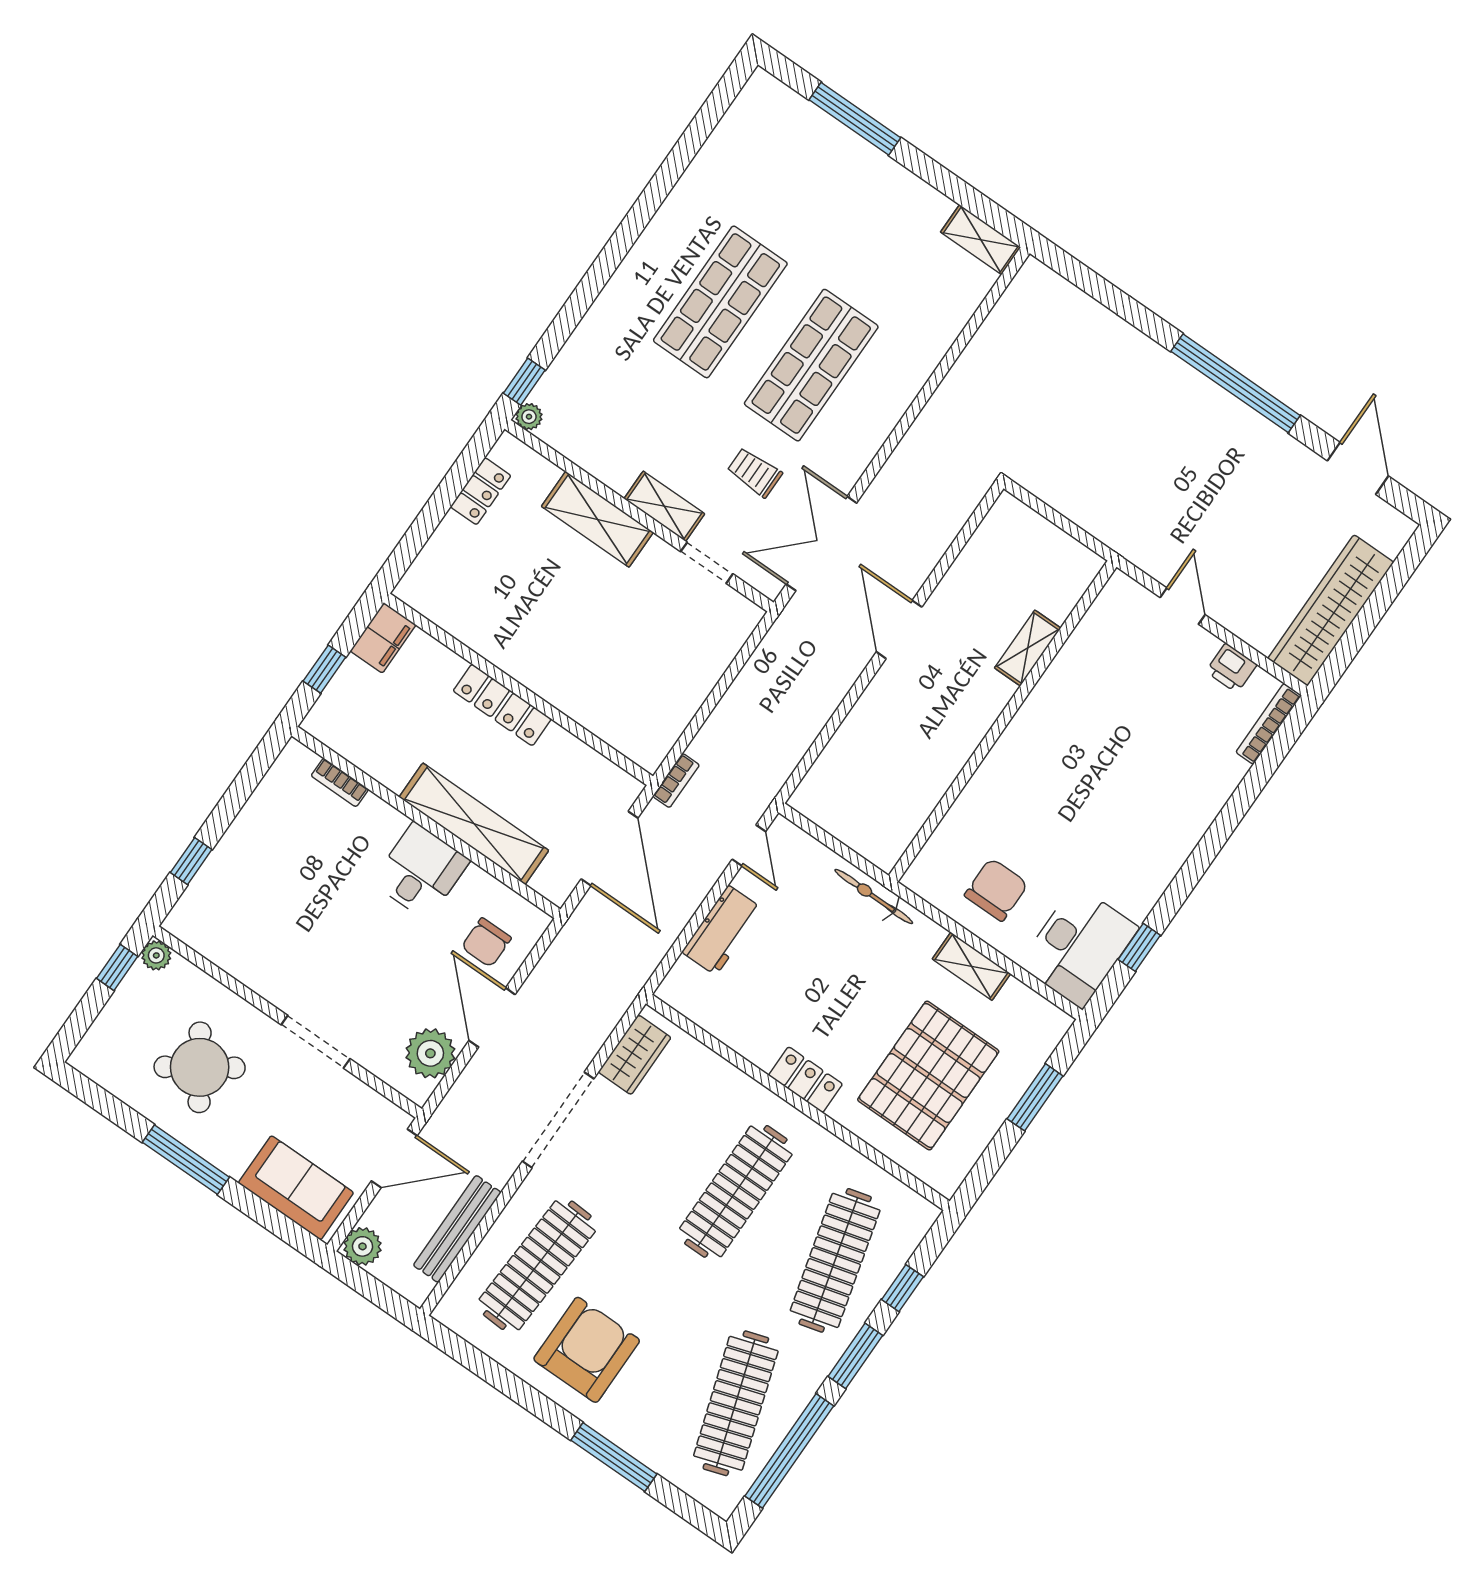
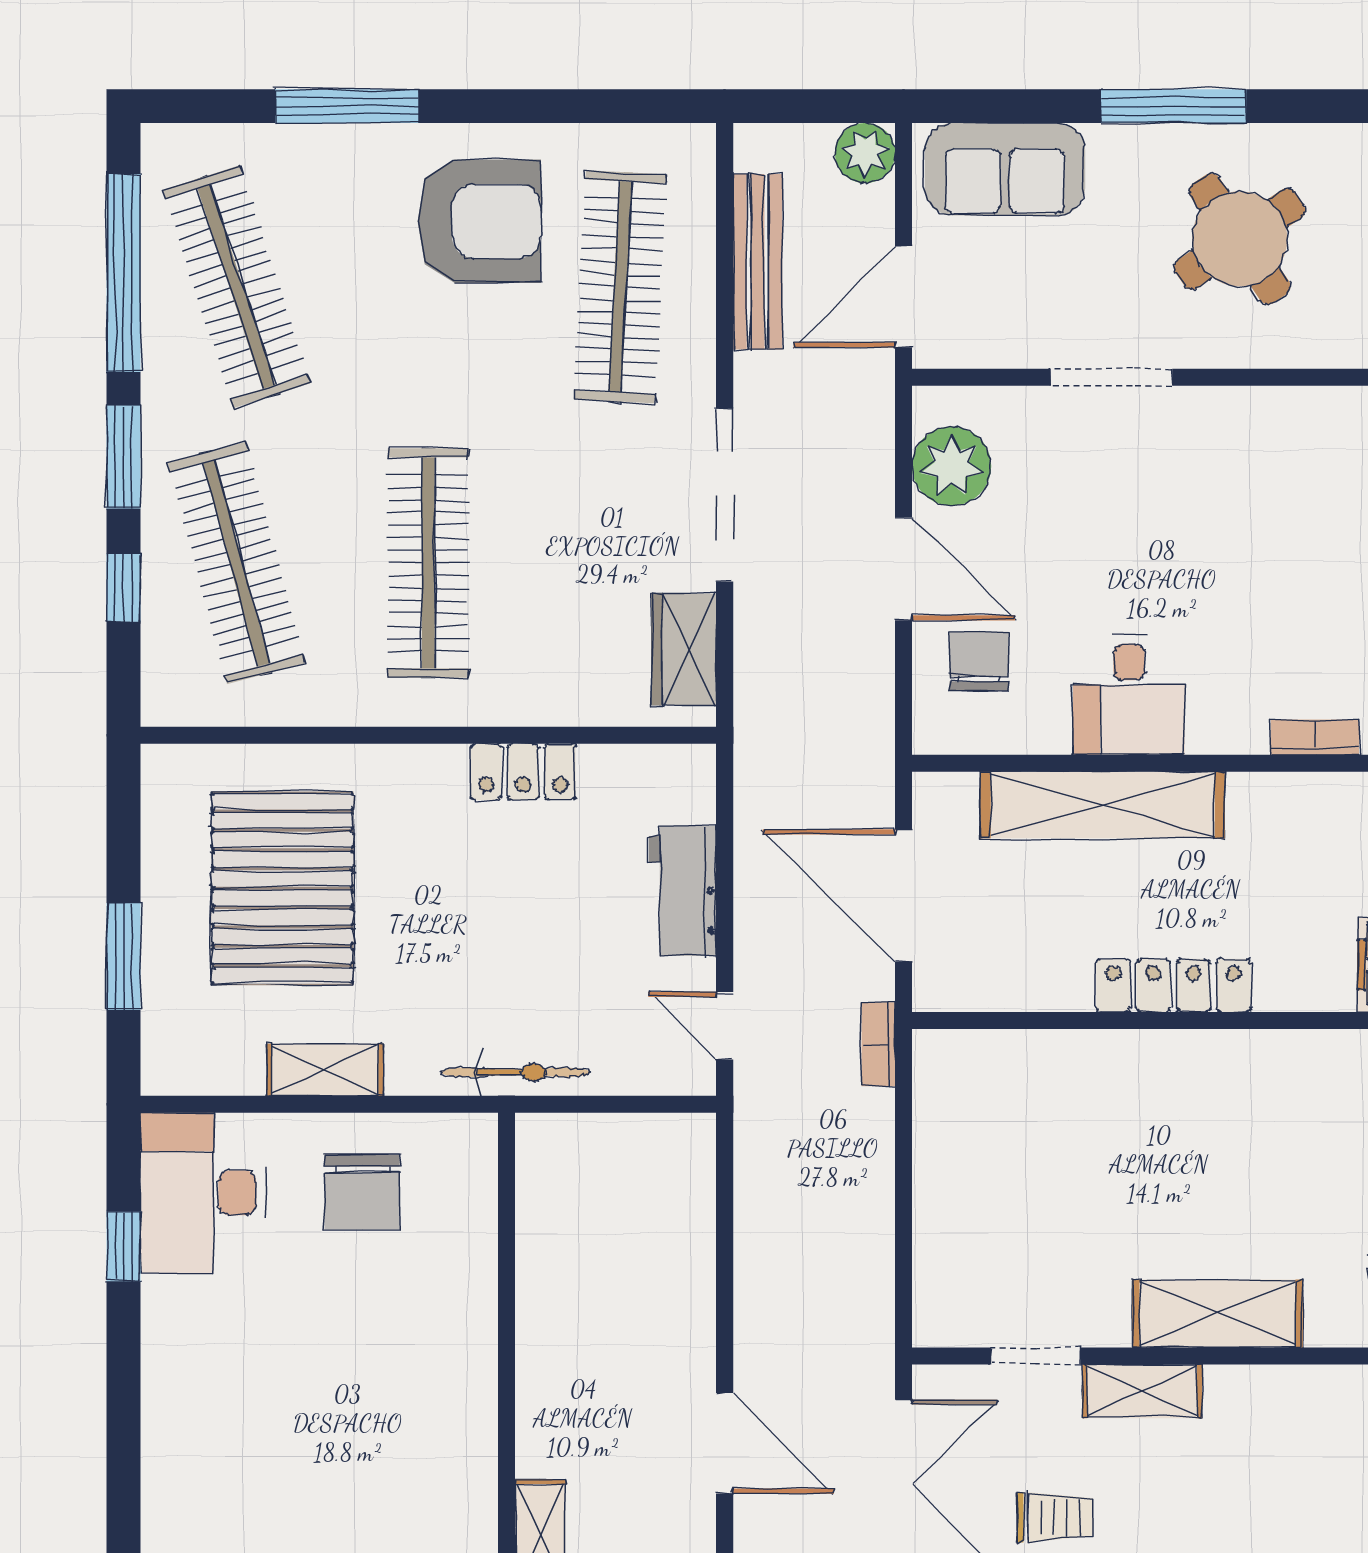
locker: (806, 1080) -> (523, 772), moved
armchair: (587, 1350) -> (479, 221), turned -90

